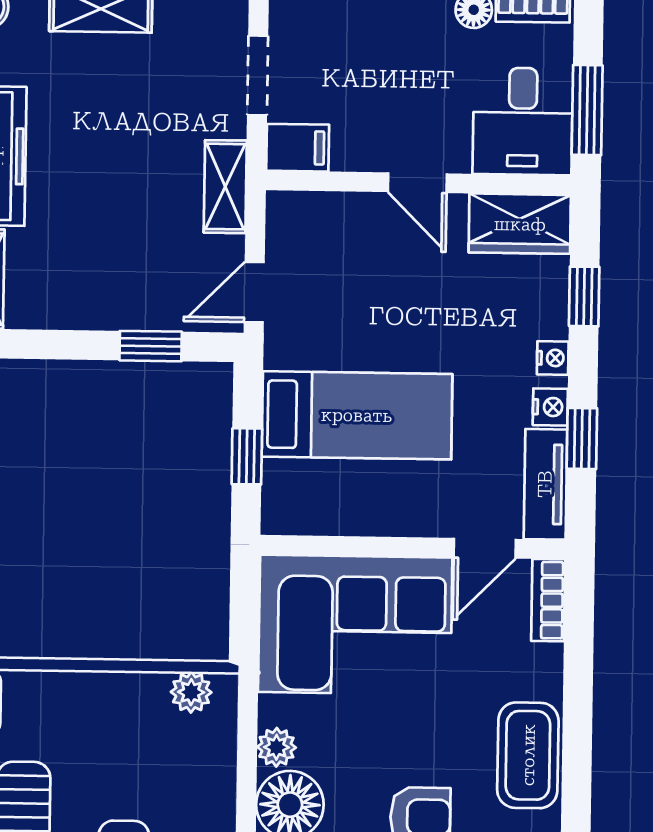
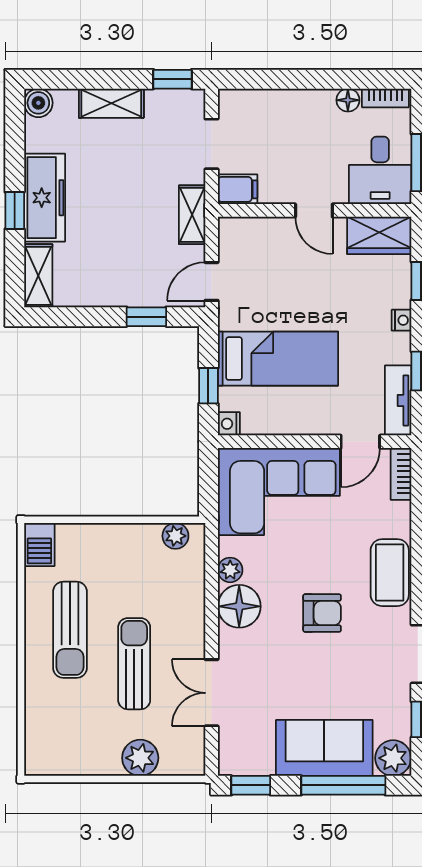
nightstand: (550, 407) -> (229, 424), moved, turned 180

